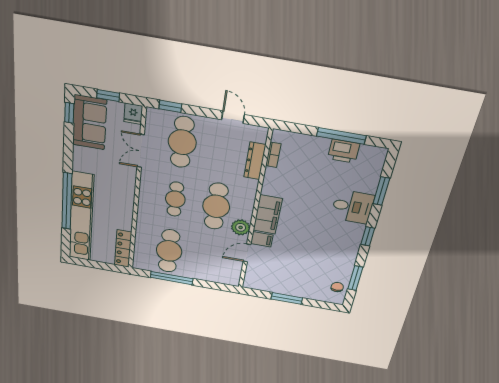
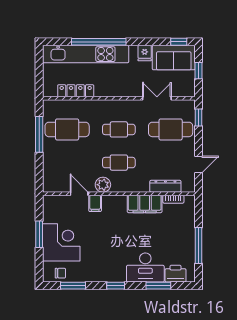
fridge: (133, 114) -> (145, 53), moved, turned -90
printer: (344, 151) -> (176, 274), moved, turned 90
cafe table: (216, 206) -> (119, 163), width x0.73, depth x0.74
desk: (352, 207) -> (145, 268), width x1.37
filing cabinet: (268, 215) -> (145, 204), moved
locker: (123, 249) -> (76, 91), moved
corner desk: (301, 280) -> (61, 242), added

